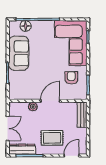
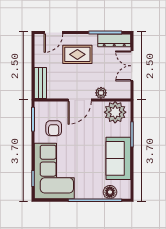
plant: (21, 91) -> (115, 112), added

